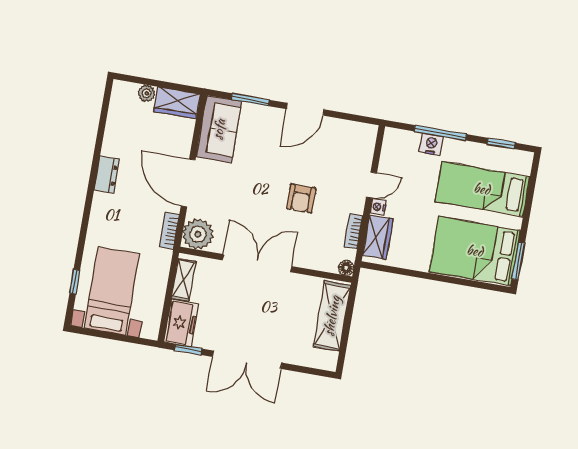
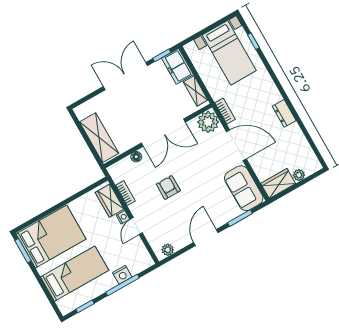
plant: (359, 130) -> (168, 250), added
floor lamp: (346, 268) -> (136, 157), moved

